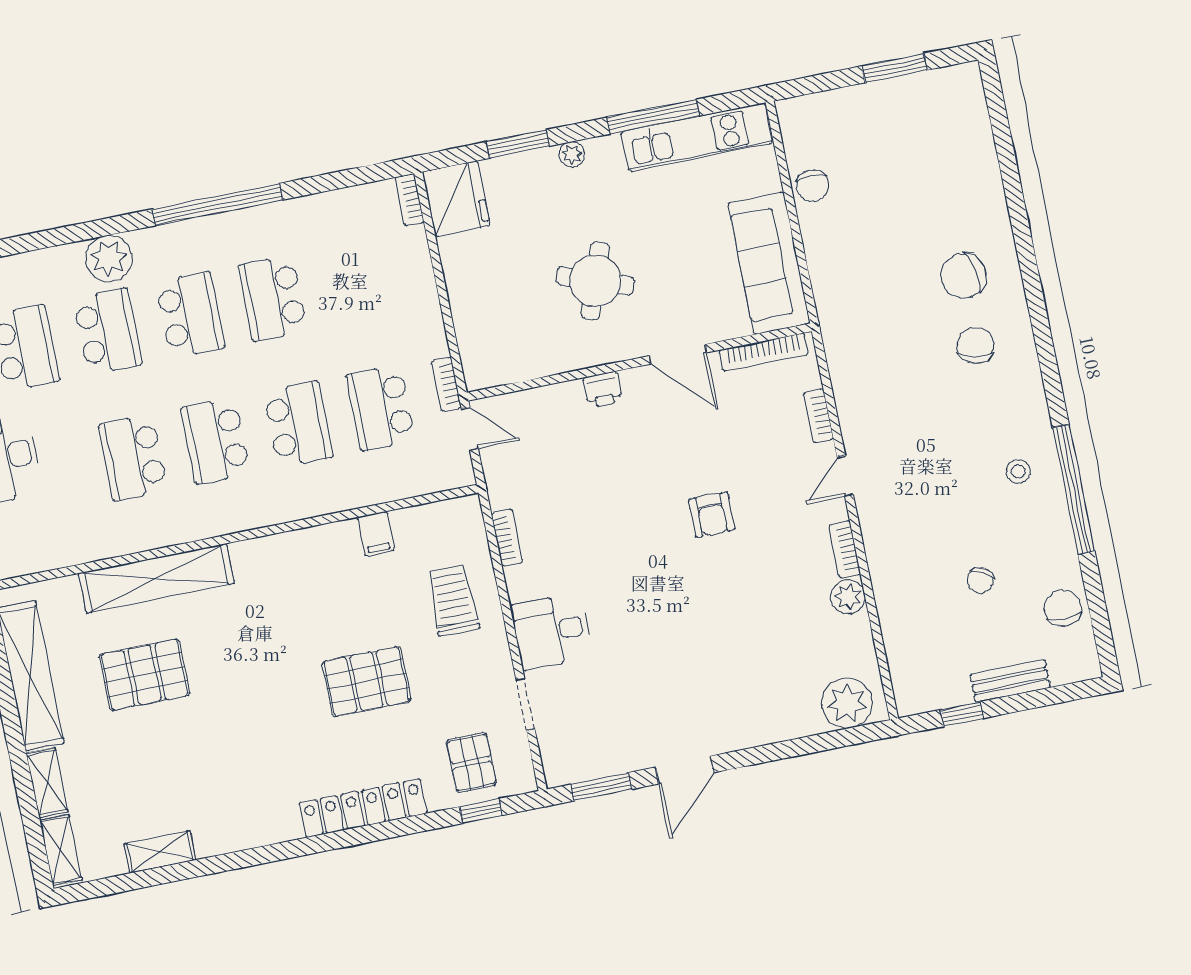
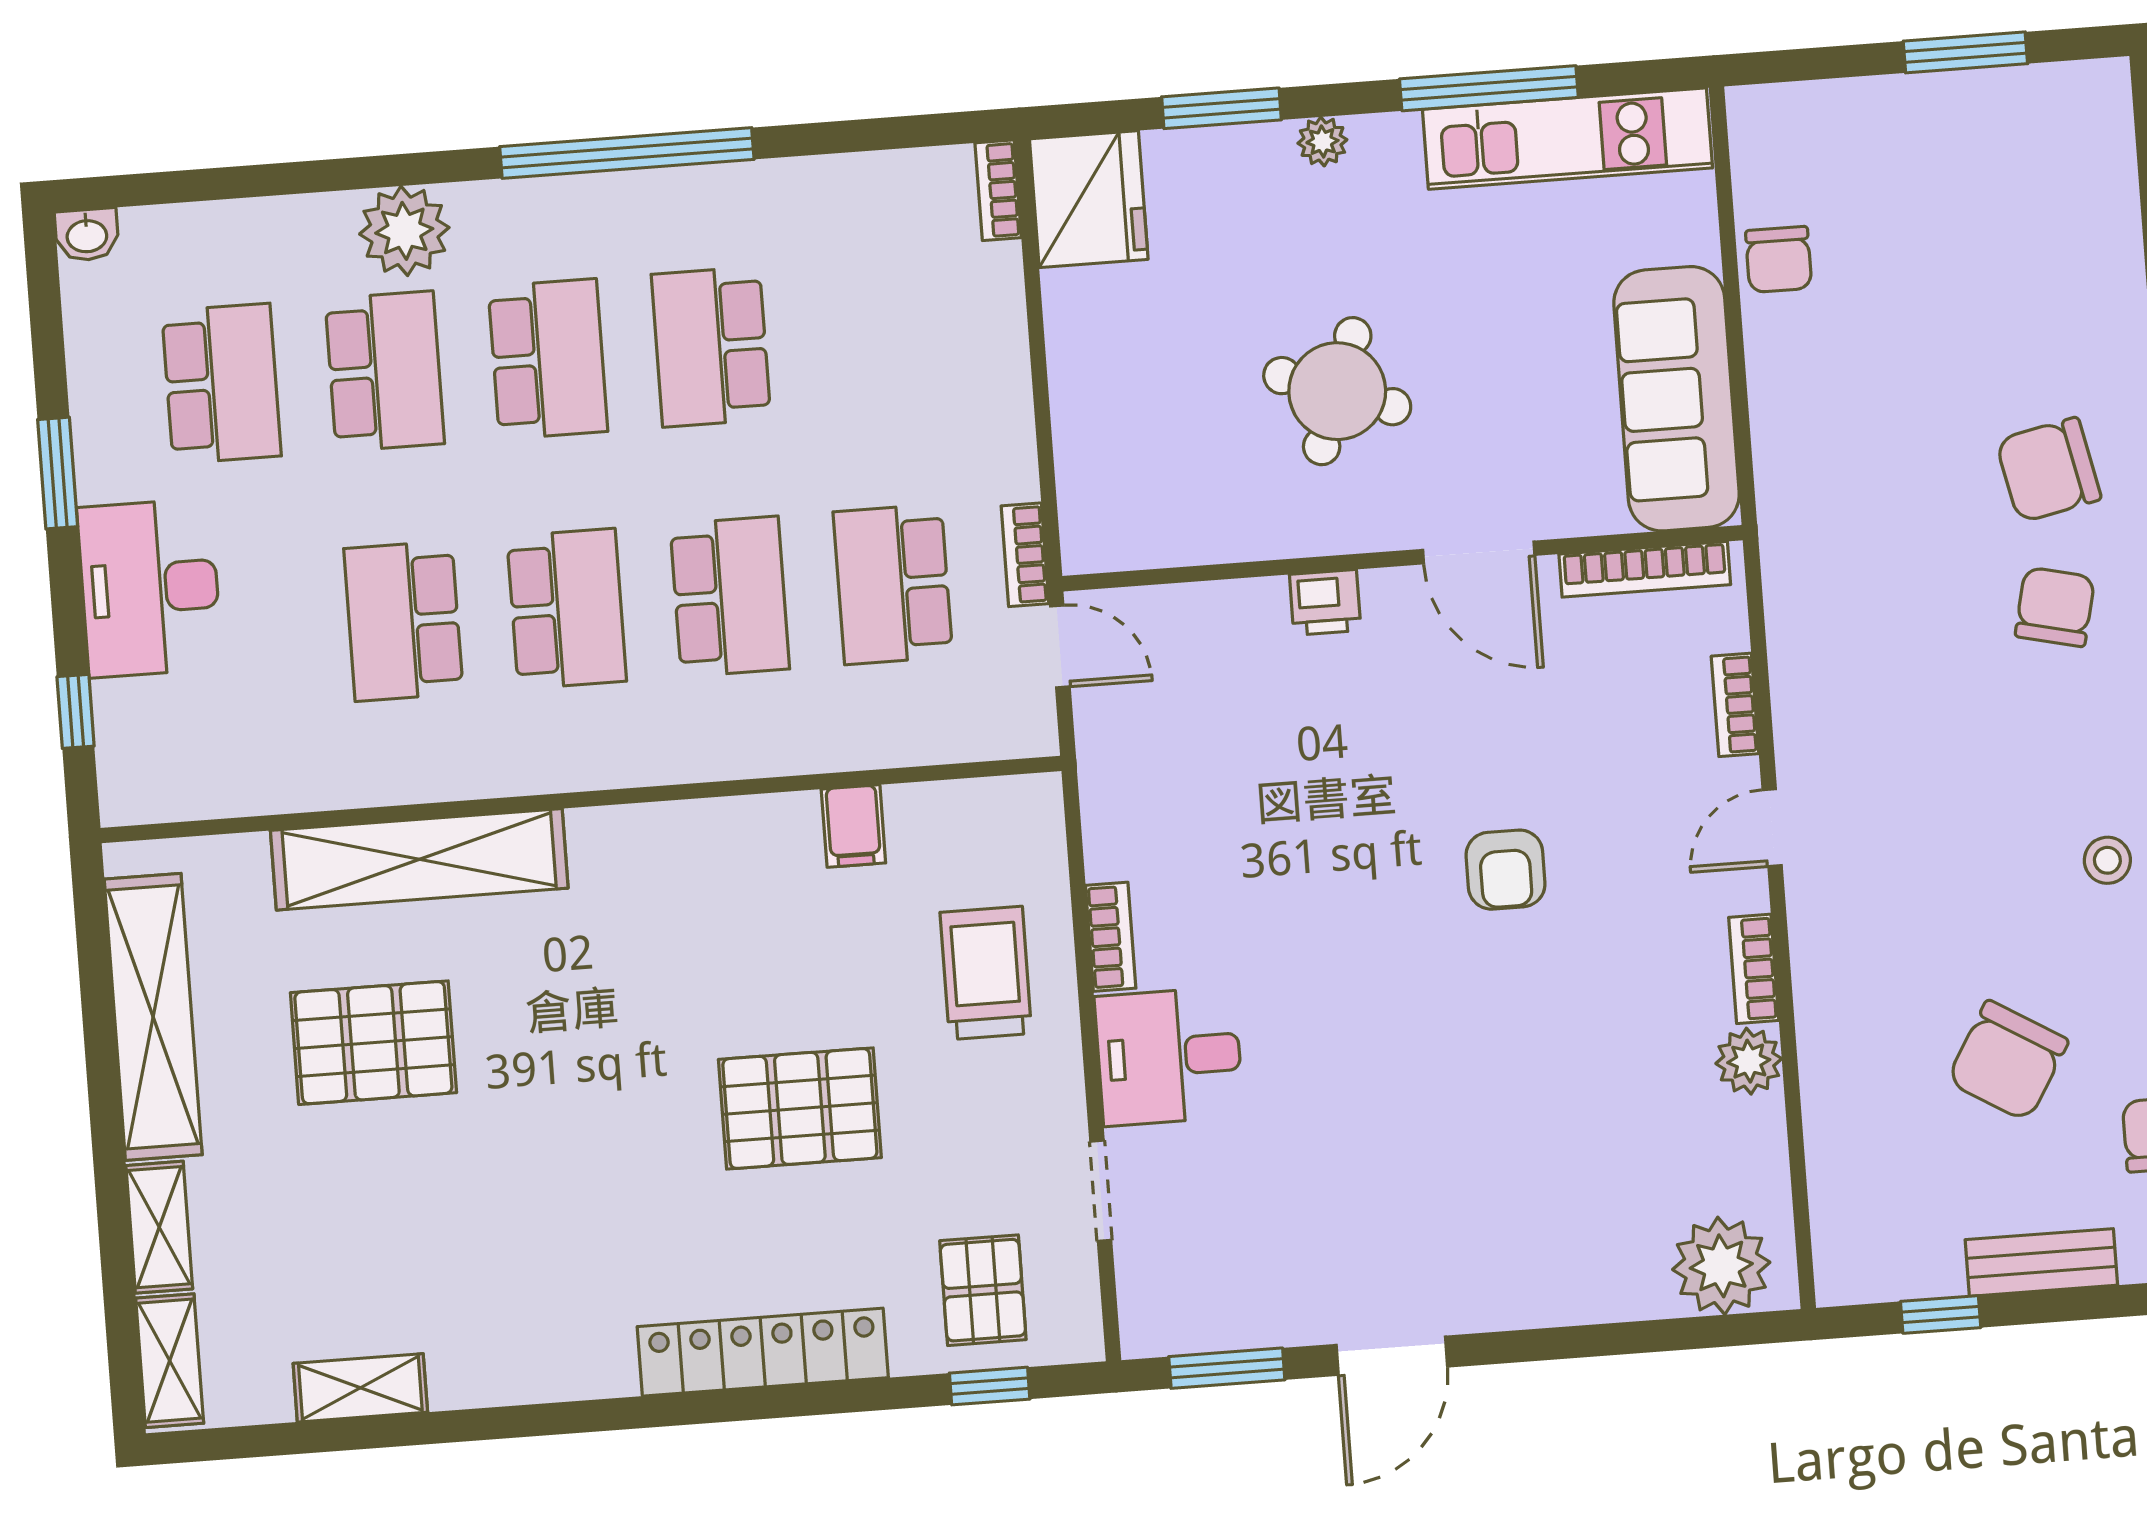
school desk: (216, 441) -> (567, 609), turned 180
bookcase: (507, 538) -> (1111, 937), moved
chair: (980, 580) -> (2008, 1061), width x1.87, depth x1.87

